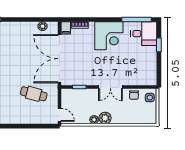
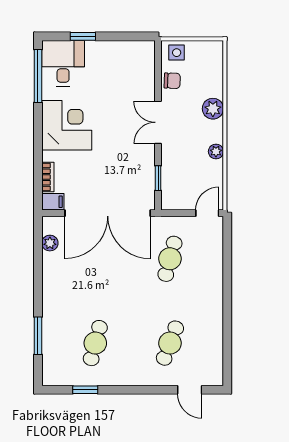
double door: (110, 87) -> (158, 122), swing flipped
plant: (105, 118) -> (213, 109), moved

